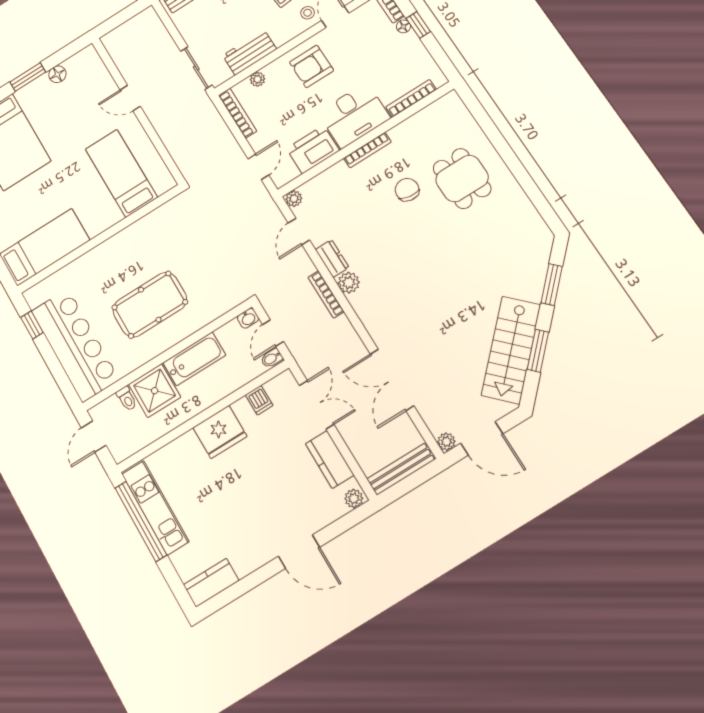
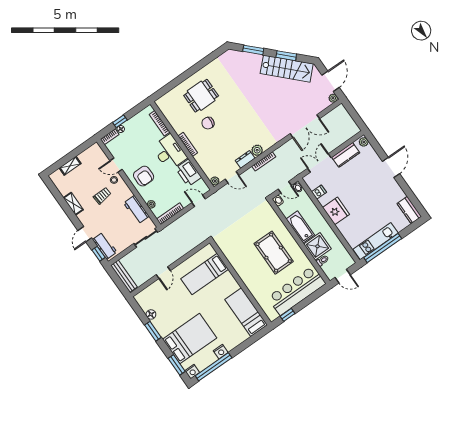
bench: (401, 469) -> (124, 276), moved

